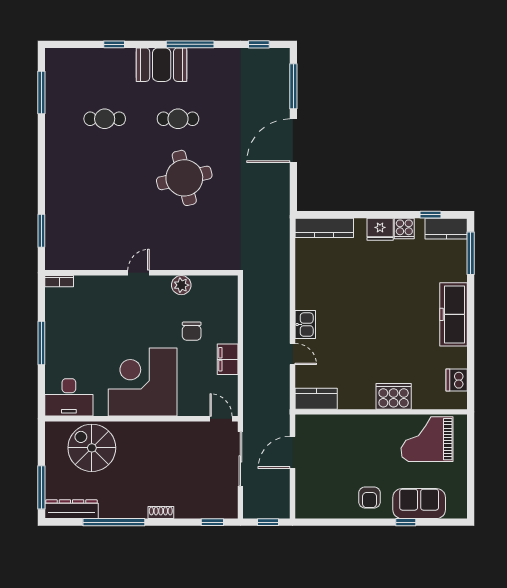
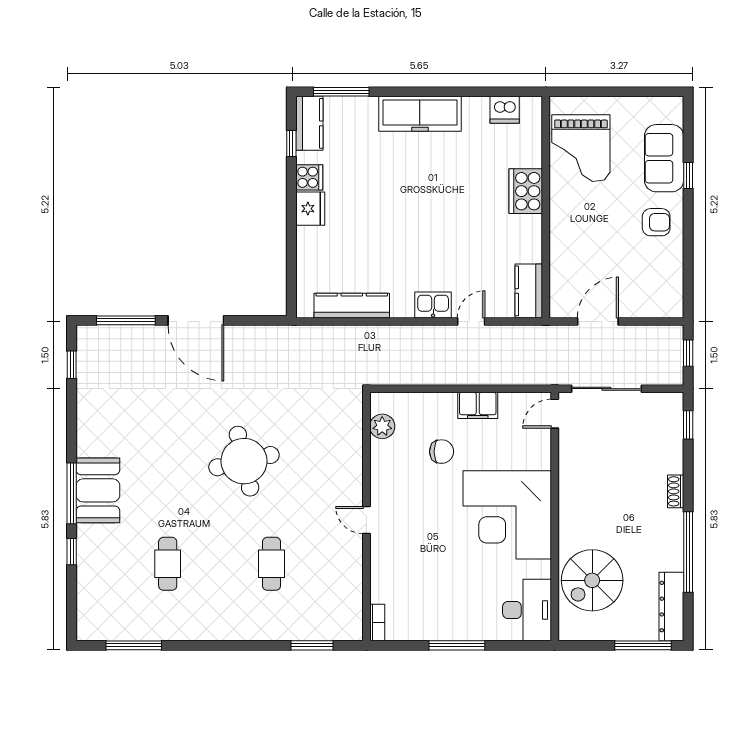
window: (190, 44) -> (72, 493), moved
cafe table: (178, 119) -> (271, 564), moved
kitchen counter: (324, 228) -> (352, 306), moved, turned -90
plant: (181, 285) -> (382, 426), moved
door: (293, 452) -> (598, 322), swing flipped

